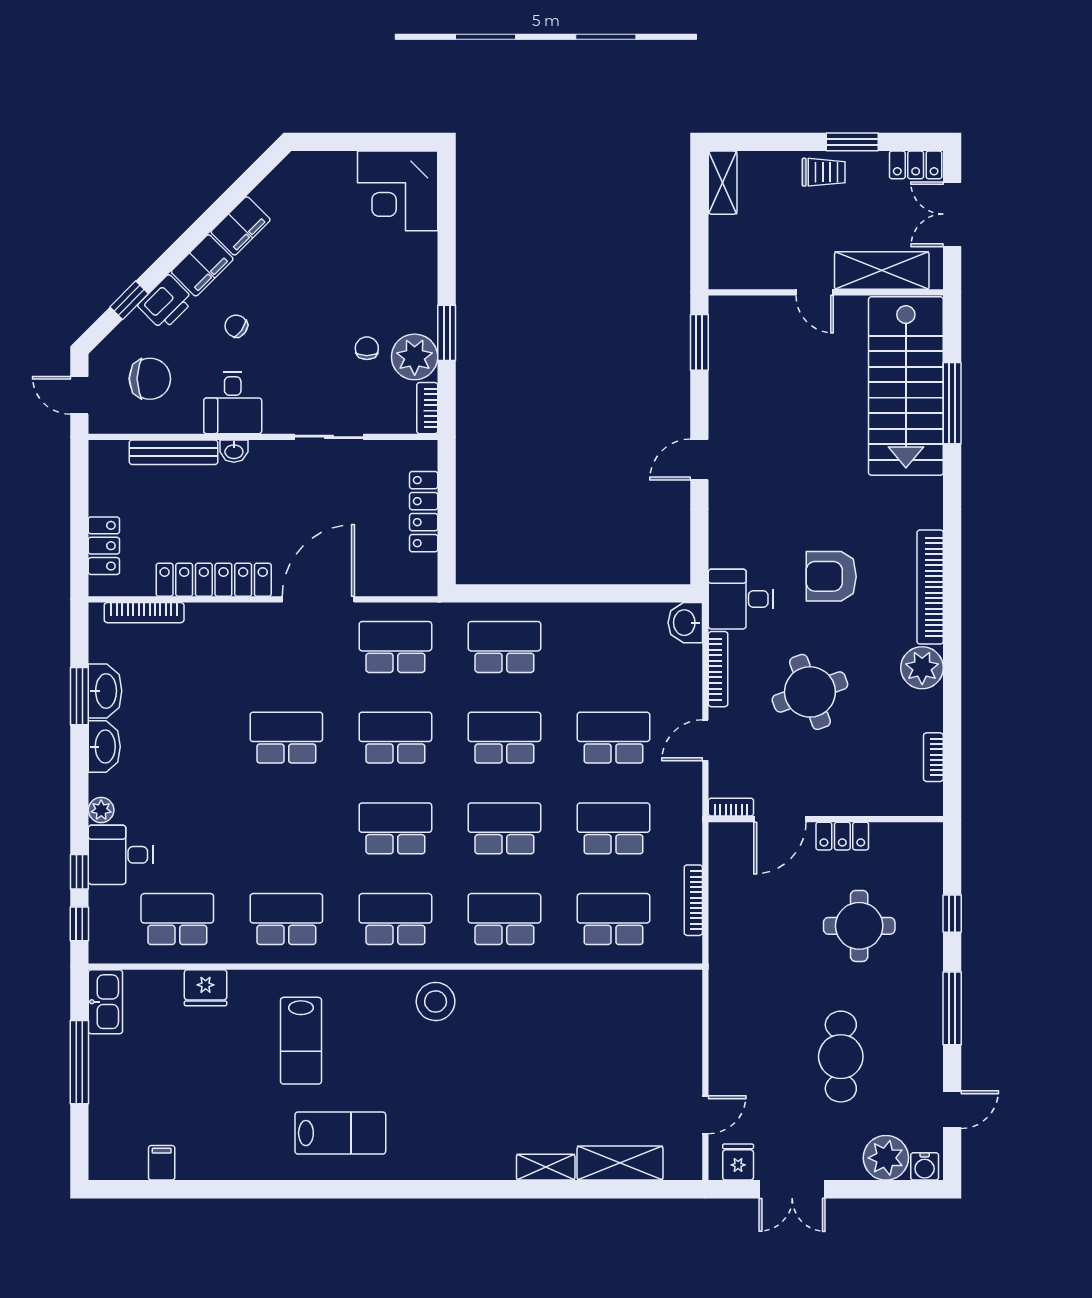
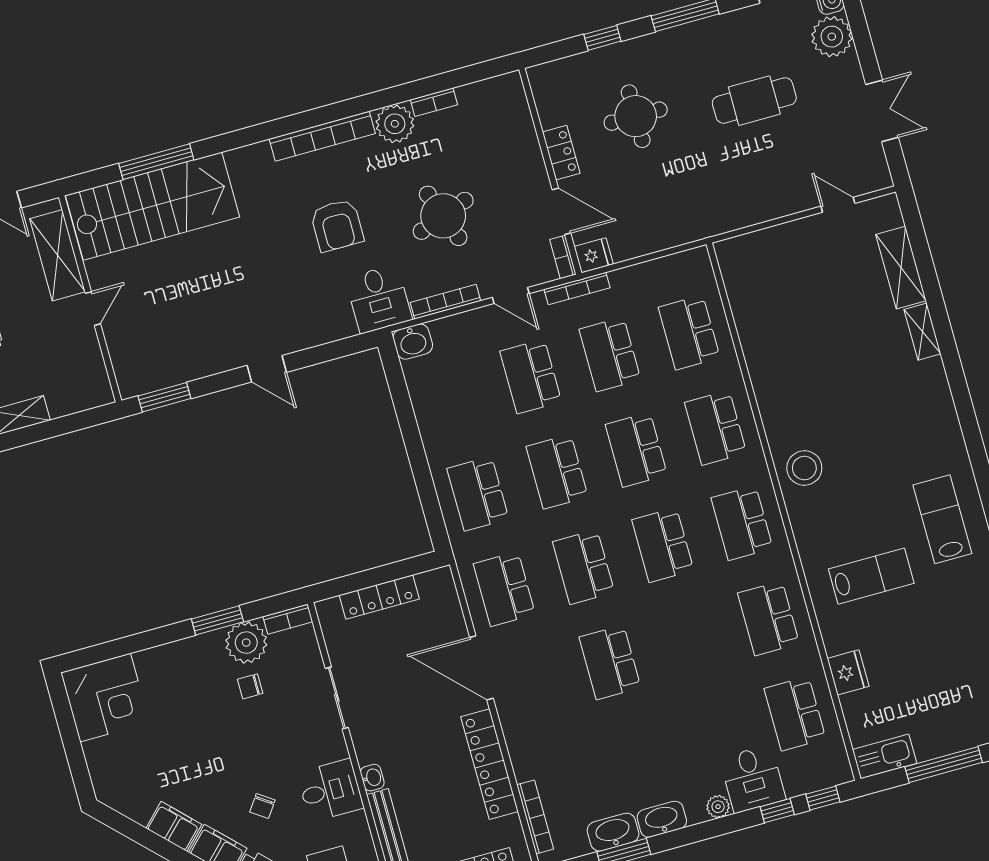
bookcase: (933, 757) -> (434, 102), moved
bookcase: (693, 900) -> (577, 288), moved
fridge: (738, 1162) -> (594, 255), moved, turned 180

